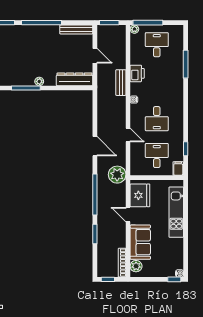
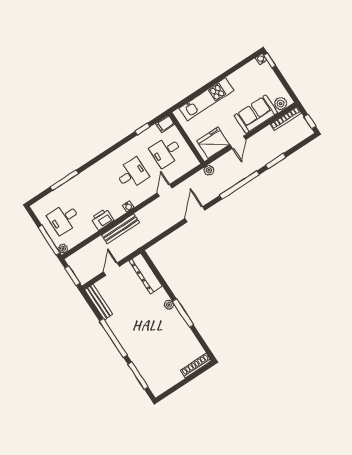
bench: (121, 83) -> (121, 229), width x1.36
plant: (117, 175) -> (209, 170), width x0.53, depth x0.53

